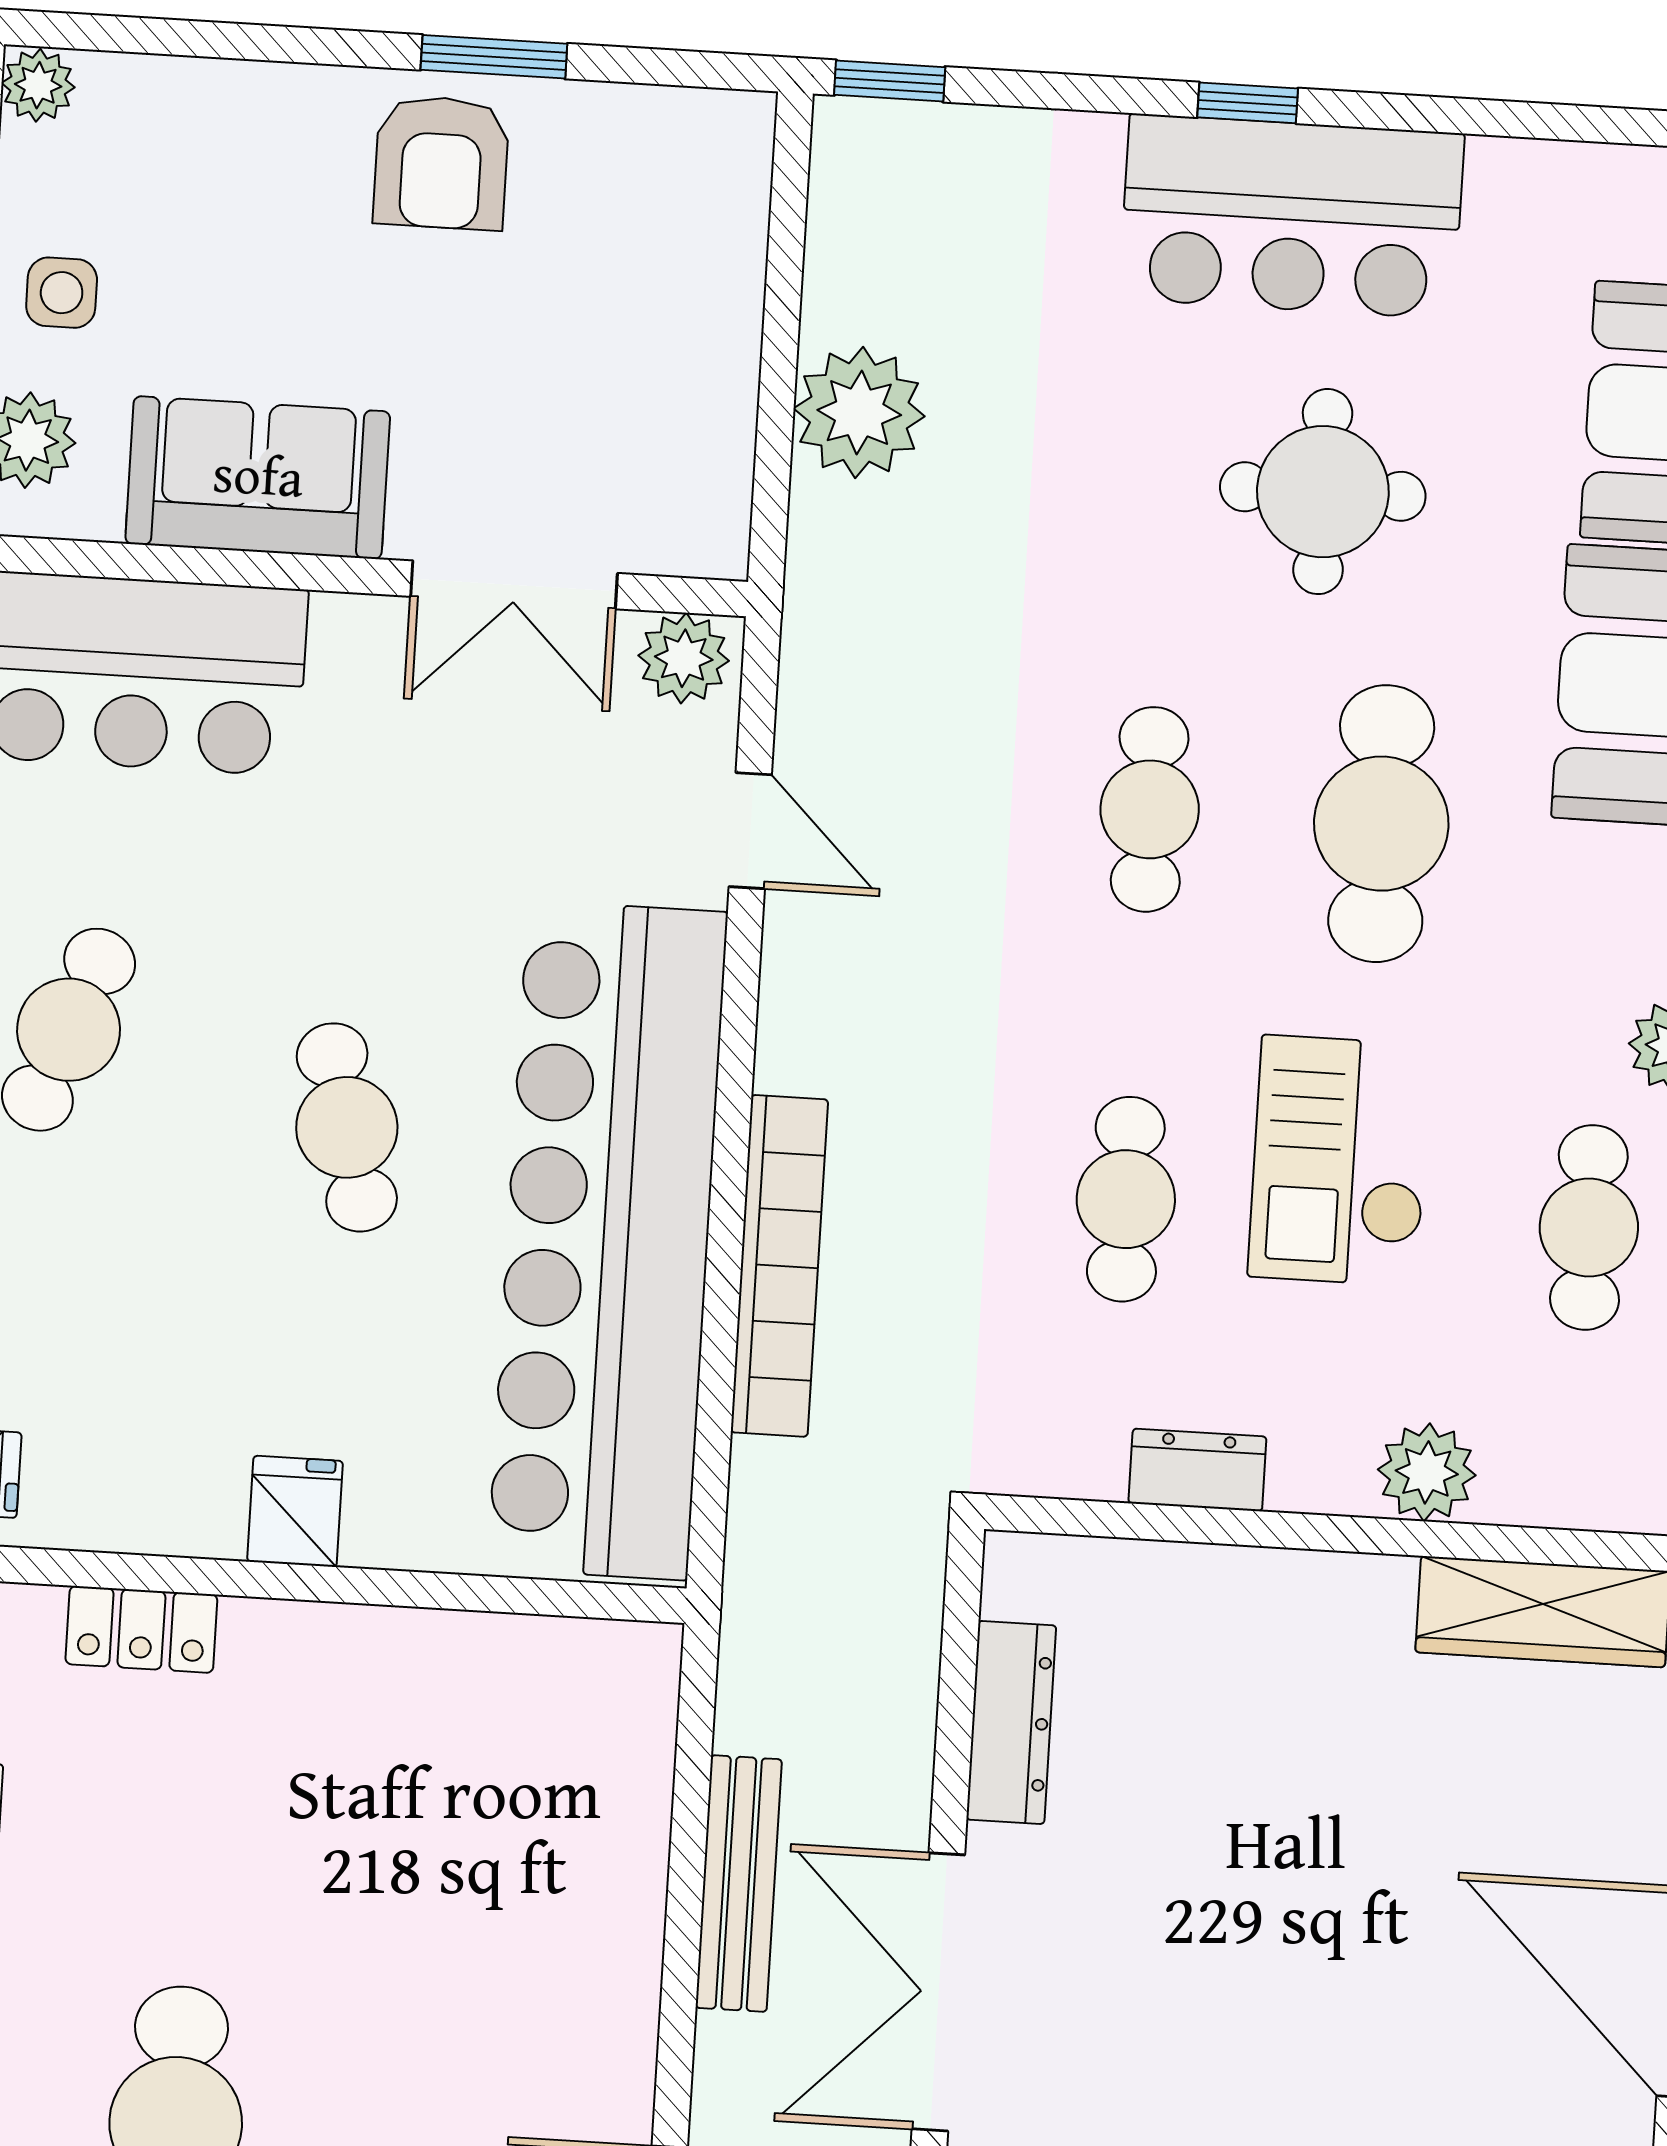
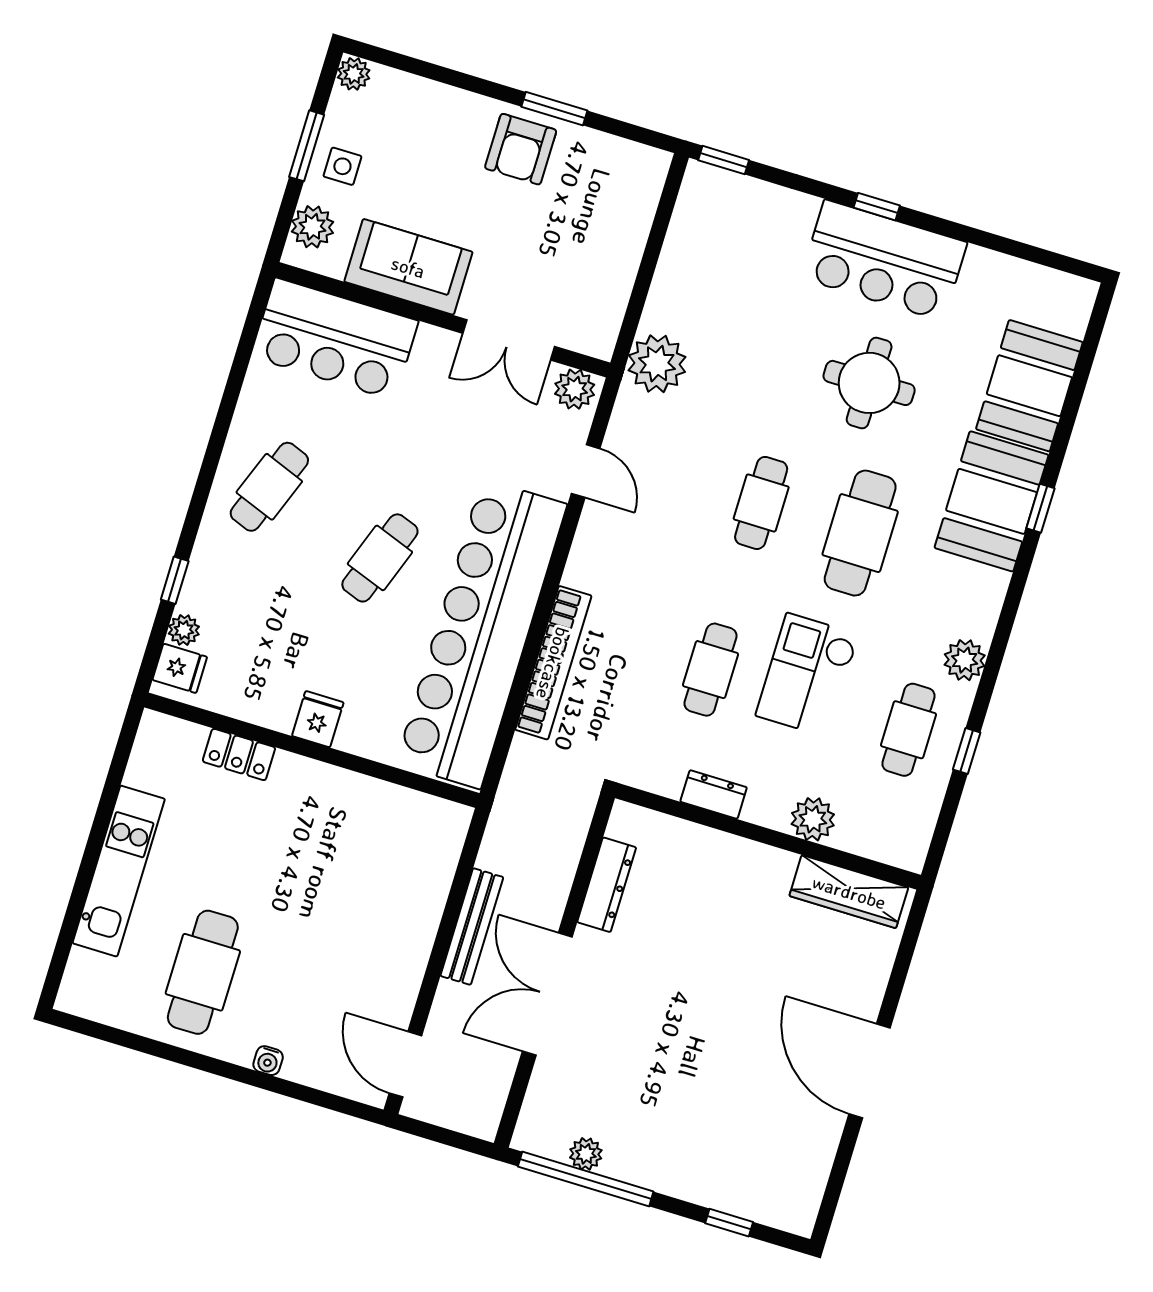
plant: (859, 412) -> (657, 364), moved
cafe table: (347, 1127) -> (380, 558), turned 35

